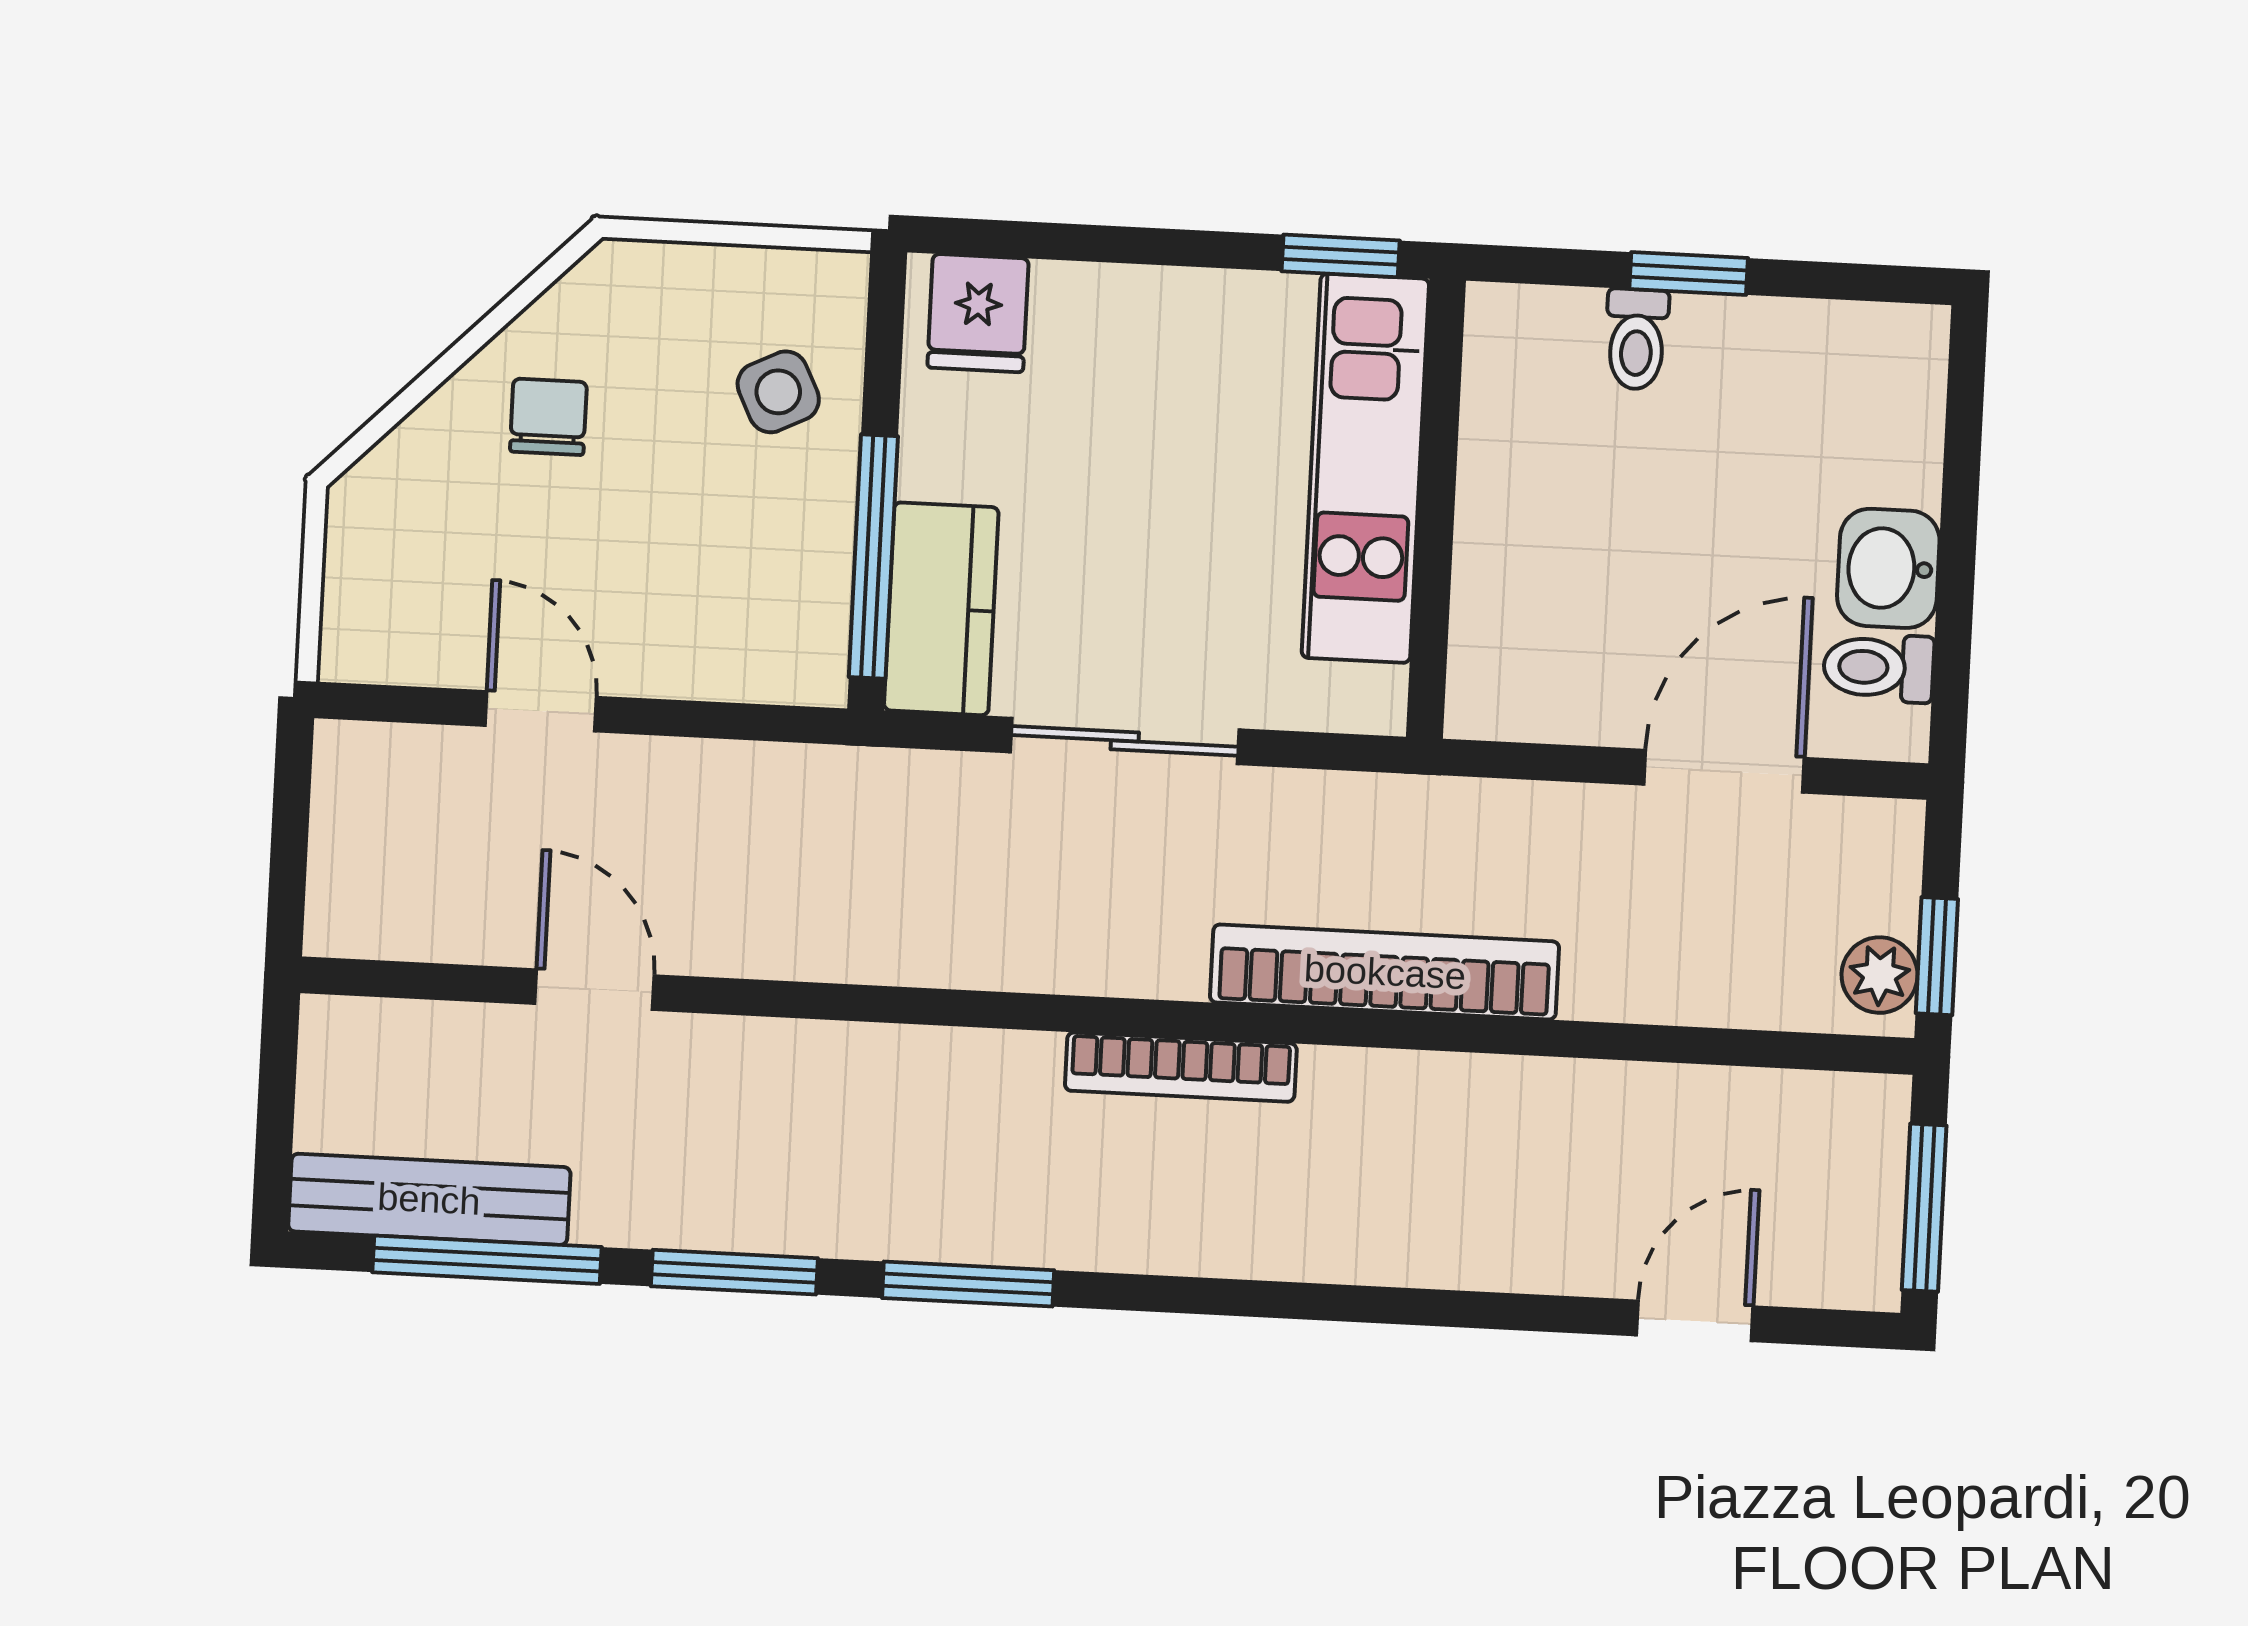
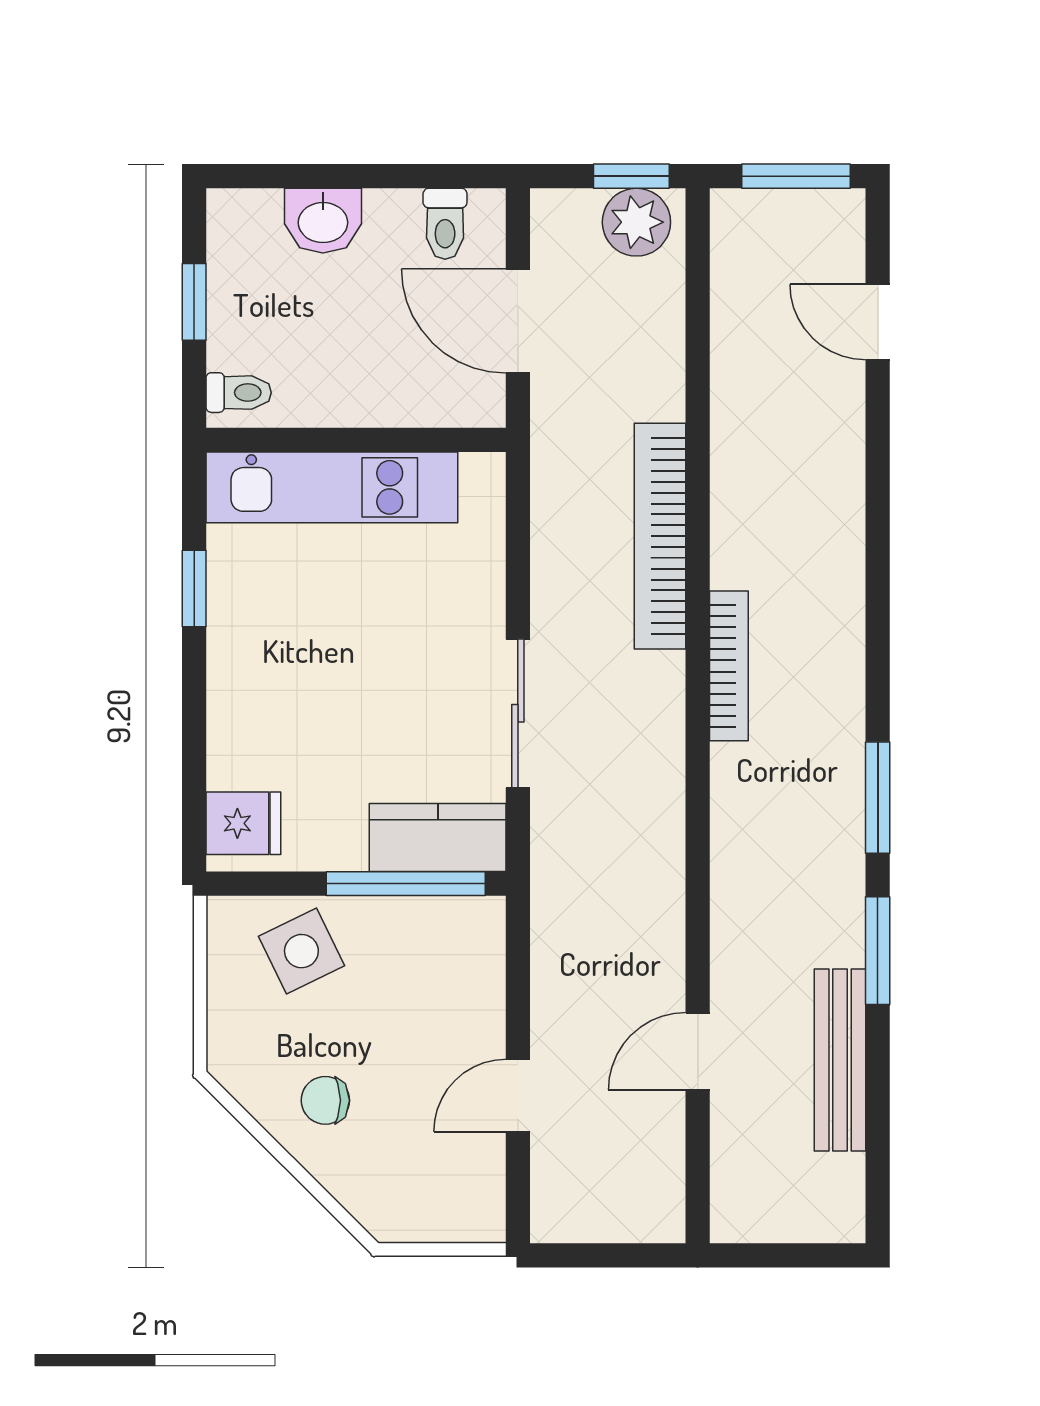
window: (1689, 274) -> (194, 302), moved
side table: (778, 392) -> (301, 951), width x1.37, depth x1.37
kitchen unit: (1365, 468) -> (332, 487), moved
wall: (1436, 509) -> (356, 440), moved
washbasin: (1888, 568) -> (323, 221), moved
plant: (1880, 975) -> (636, 222), width x1.38, depth x1.38
bench: (429, 1199) -> (840, 1060), moved
window: (487, 1260) -> (878, 1113), removed

